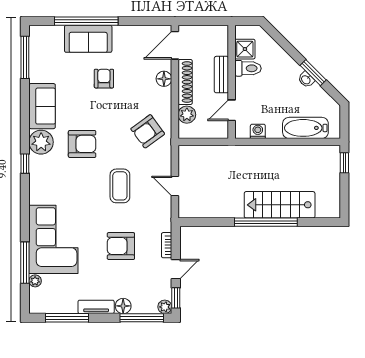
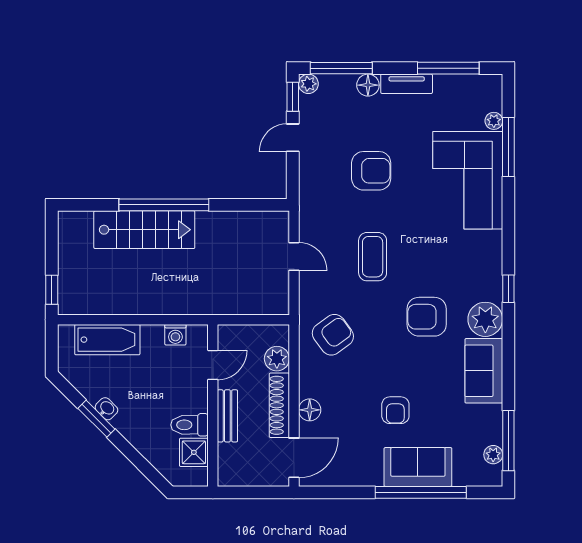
plant: (36, 47) -> (493, 455), added
bookcase: (167, 245) -> (306, 172), removed

